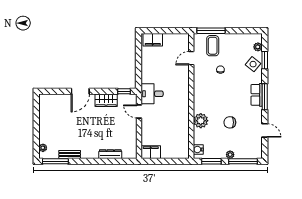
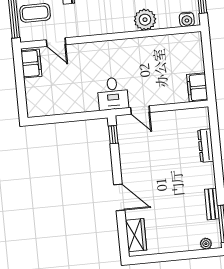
filing cabinet: (153, 40) -> (31, 64), moved
wardrobe: (106, 100) -> (136, 235), moved
door: (139, 111) -> (140, 110), hinge flipped

